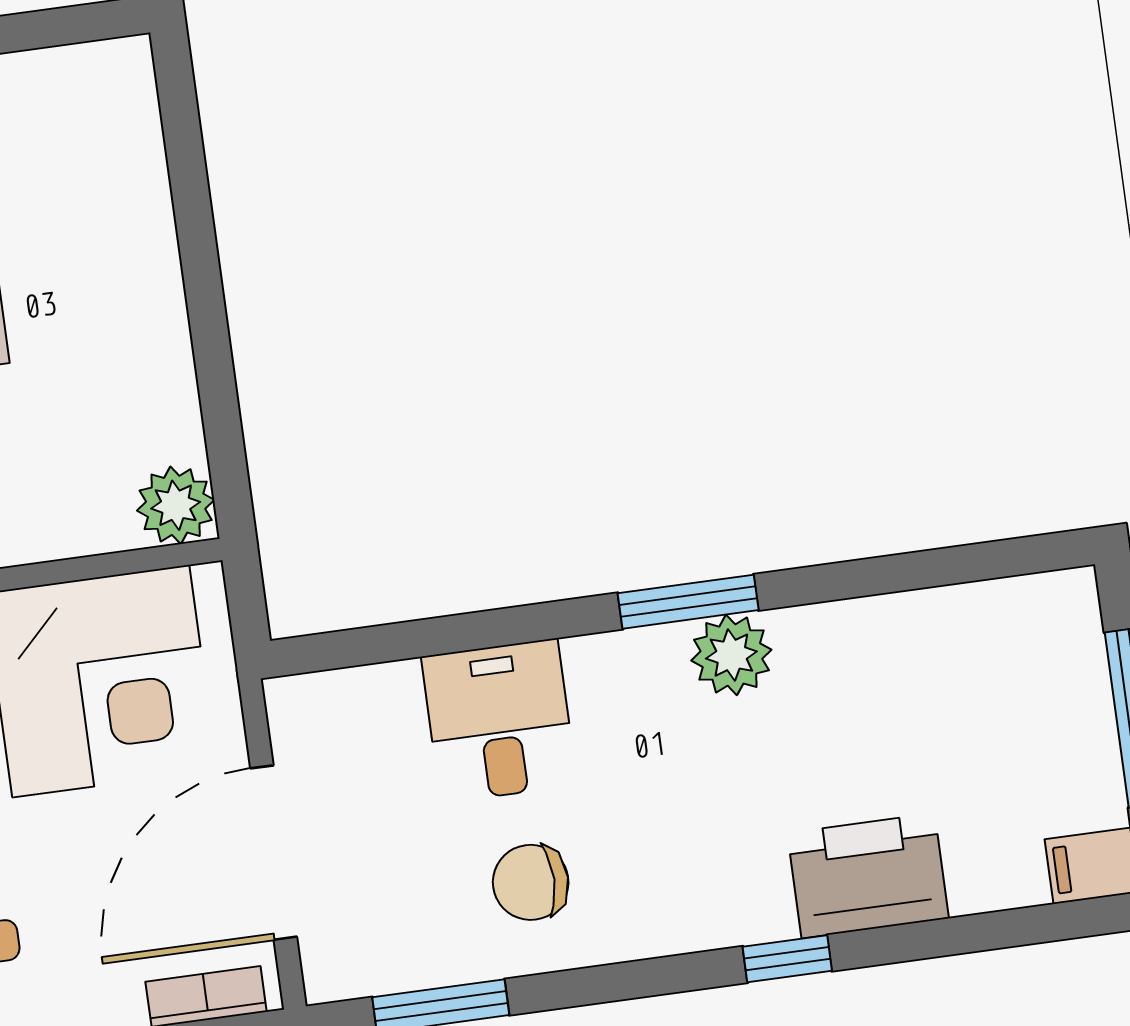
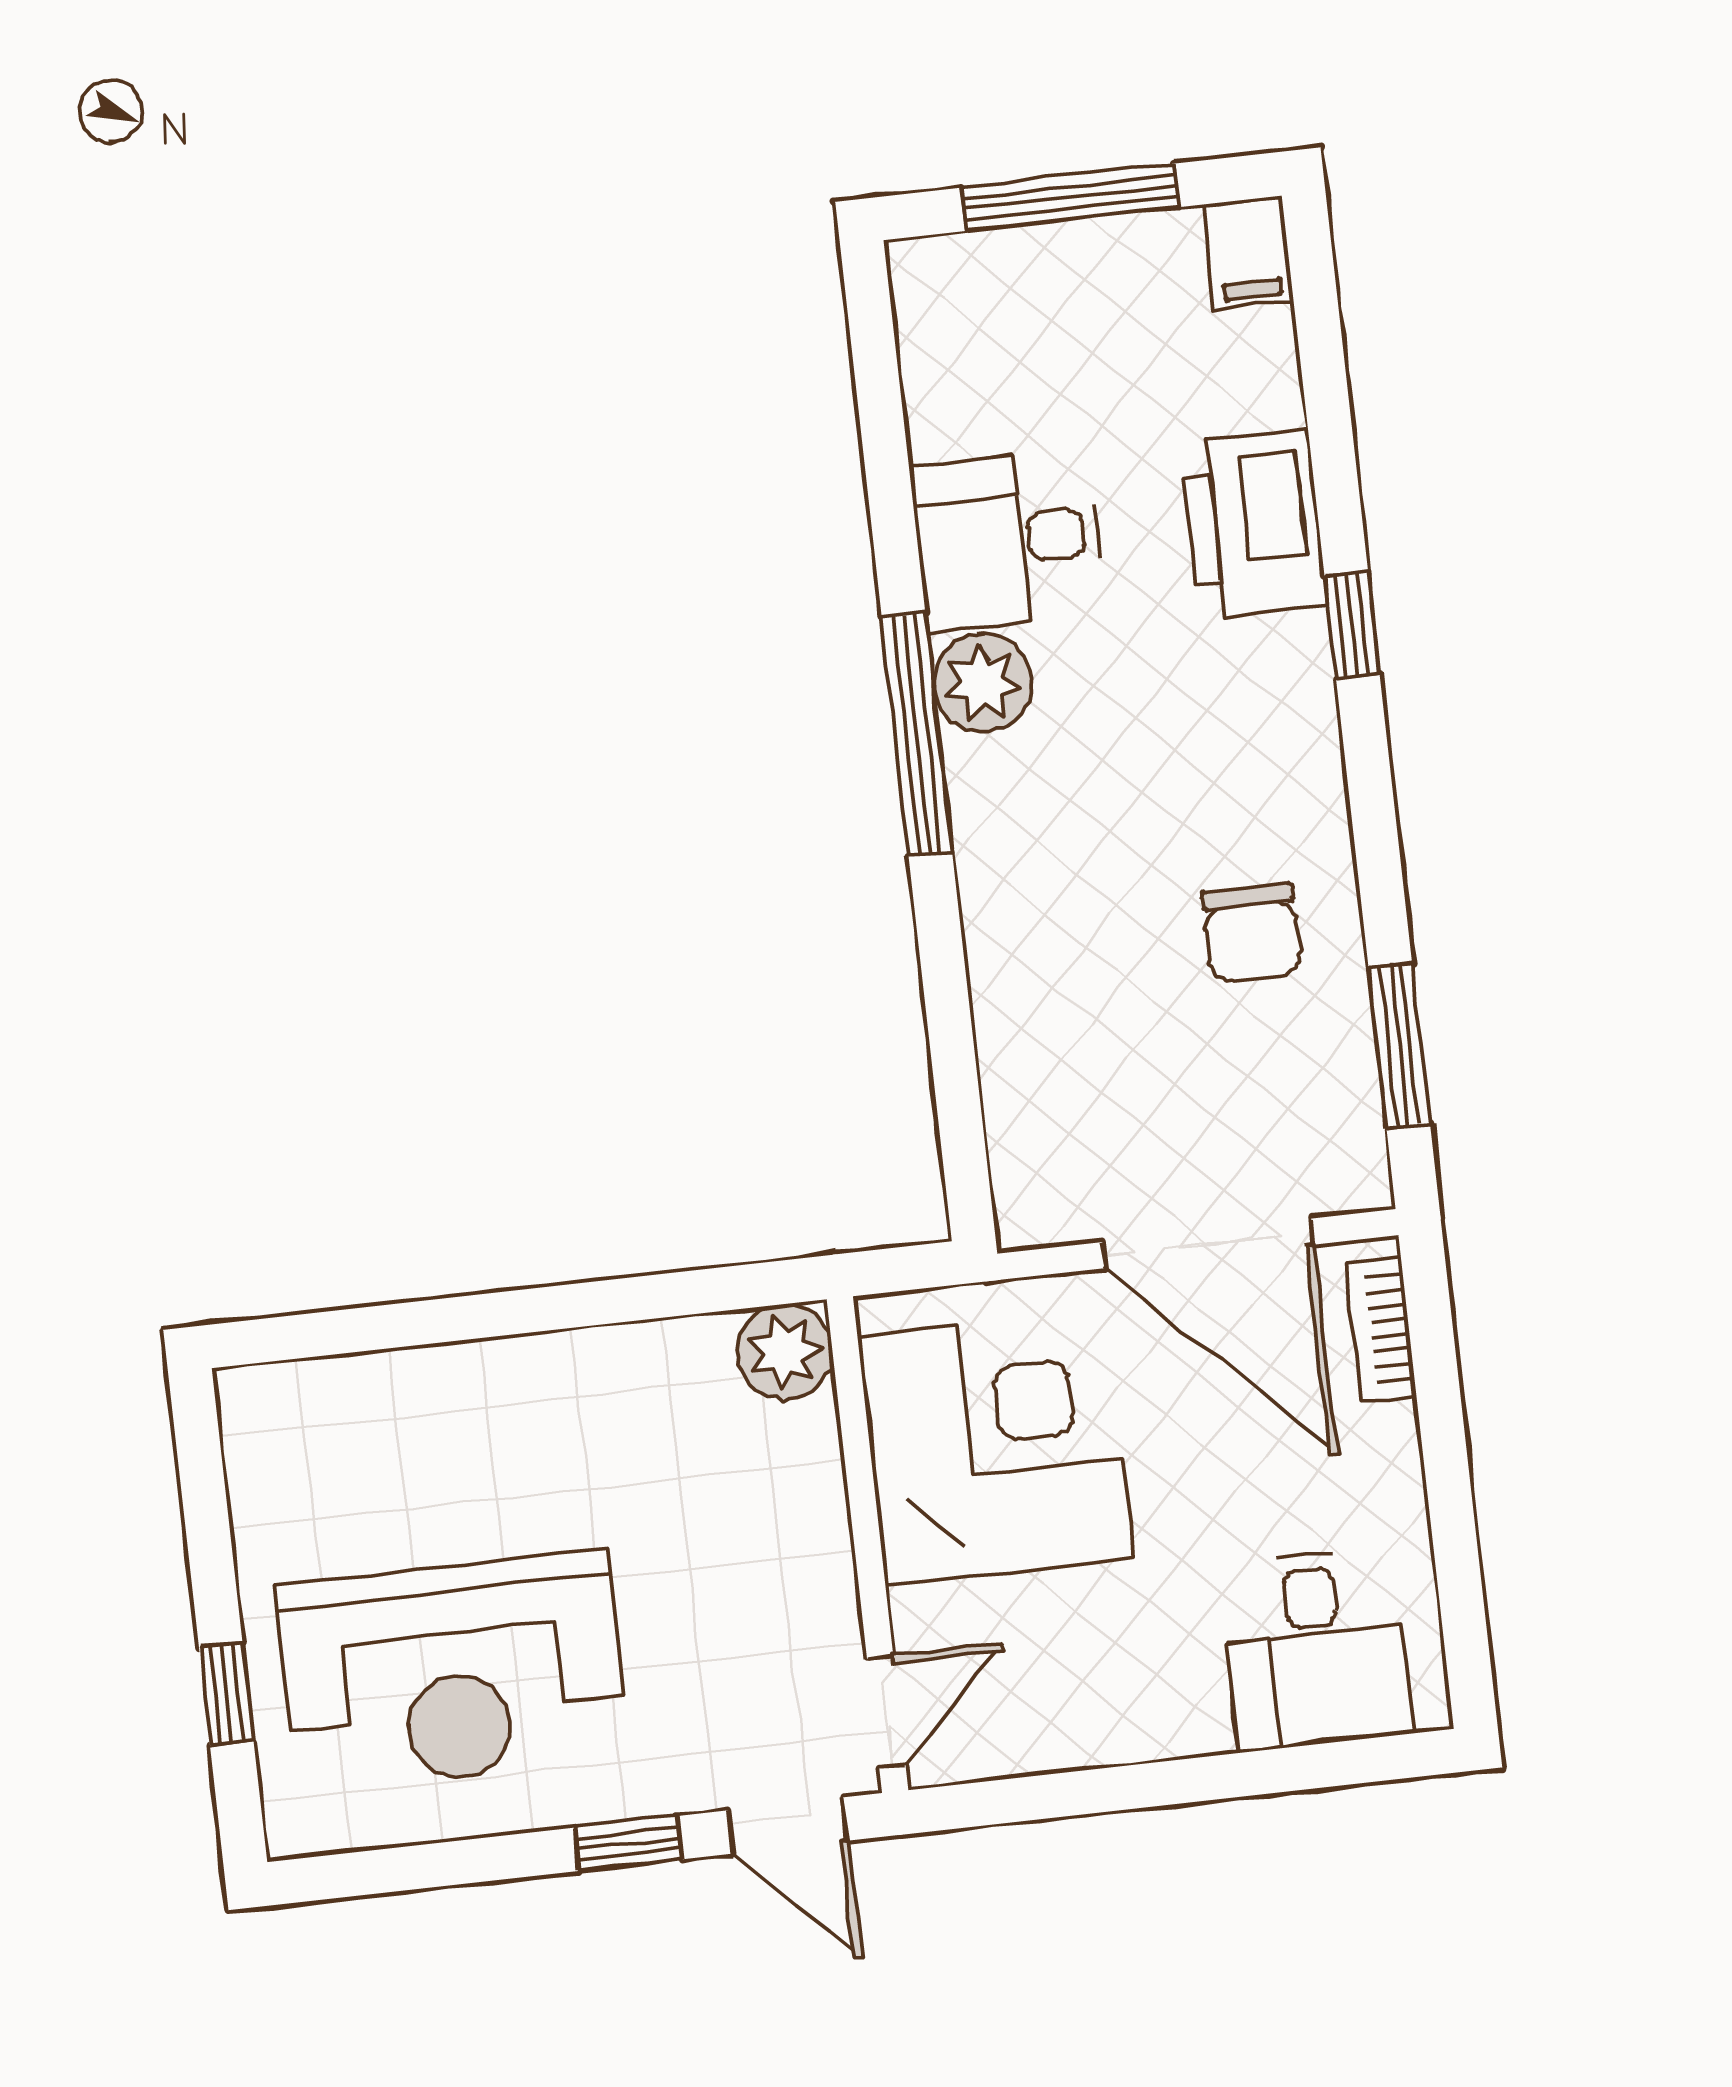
window: (688, 602) -> (917, 734), width x1.44
desk: (499, 721) -> (1008, 540), moved

